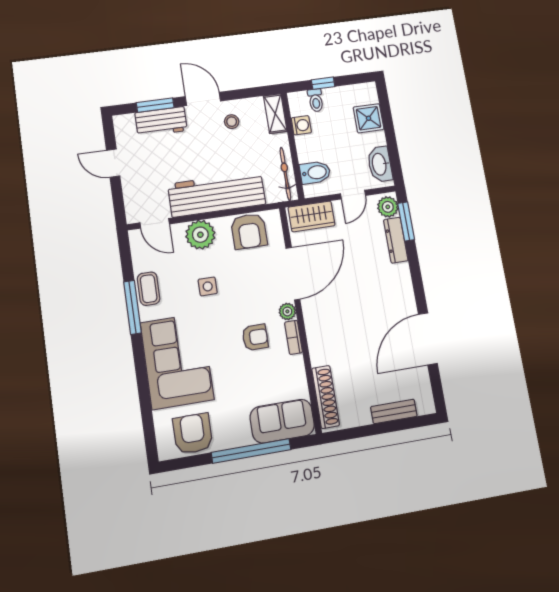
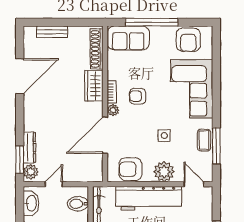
wardrobe: (312, 216) -> (94, 86), moved, turned -90
armchair: (249, 231) -> (130, 169), turned -90
window: (132, 307) -> (216, 146), moved

